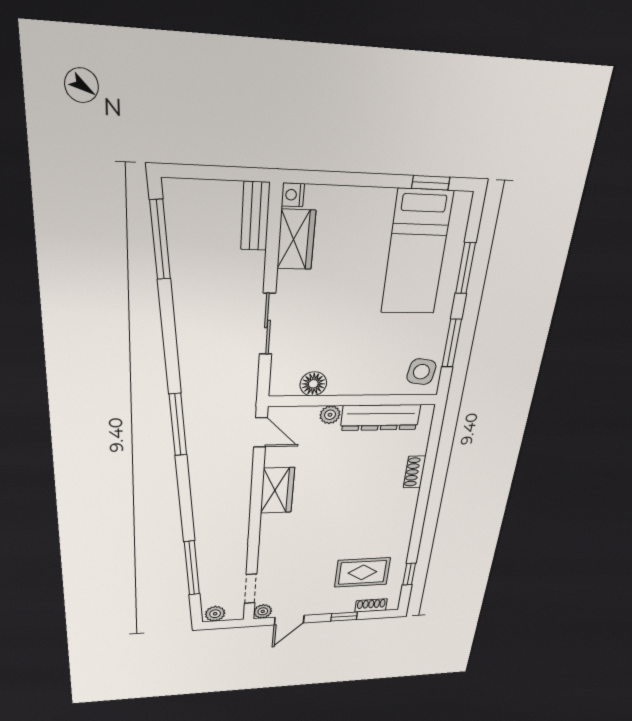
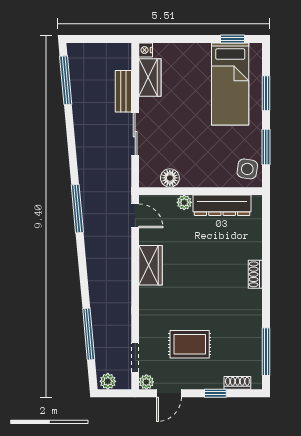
bench: (255, 216) -> (123, 91), moved
shoe rack: (415, 472) -> (255, 274), moved
rug: (363, 572) -> (190, 344), moved
window: (409, 574) -> (266, 352), width x2.17

